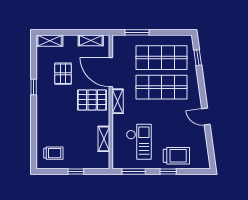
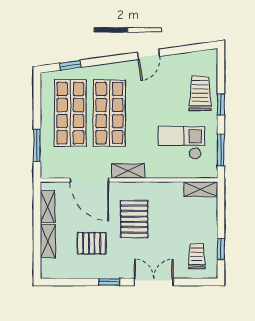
shelving: (50, 41) -> (48, 241), moved
door: (111, 72) -> (89, 180), hinge flipped
pallet: (92, 100) -> (134, 219), moved
double door: (34, 121) -> (154, 282), added
shelving: (104, 139) -> (201, 189), moved
window: (76, 171) -> (221, 249), moved

